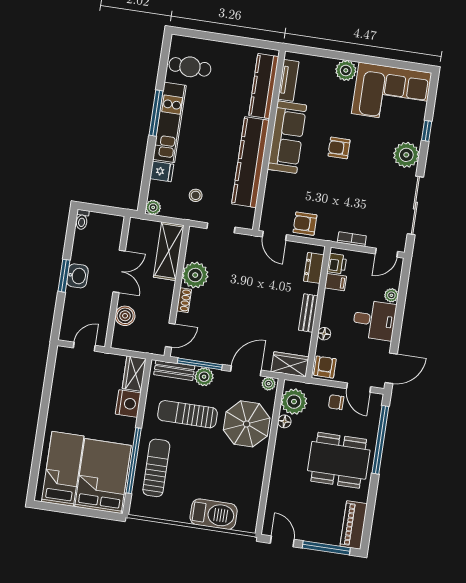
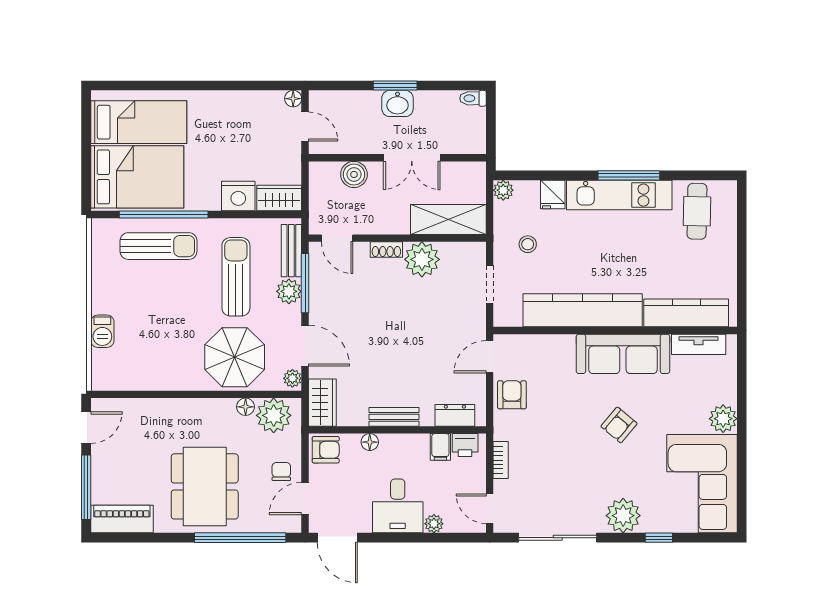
armchair: (339, 148) -> (619, 425), turned -140
floor lamp: (62, 352) -> (293, 99), added
barbecue: (214, 514) -> (102, 331), width x0.53, depth x0.65

